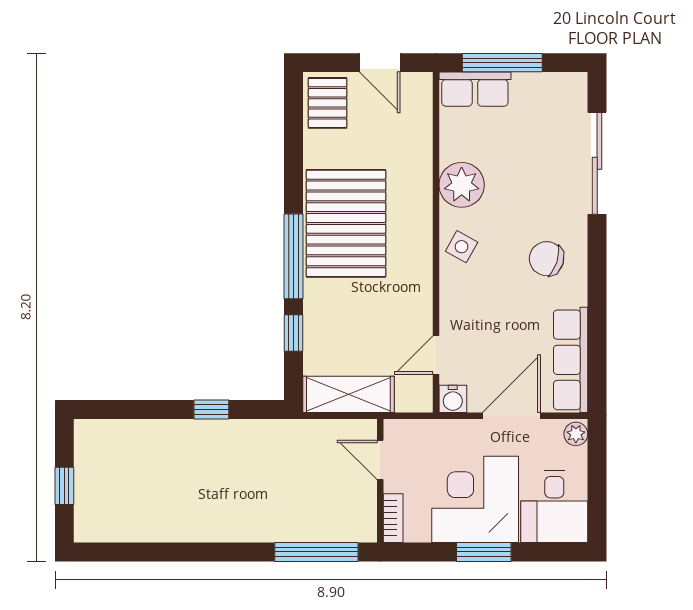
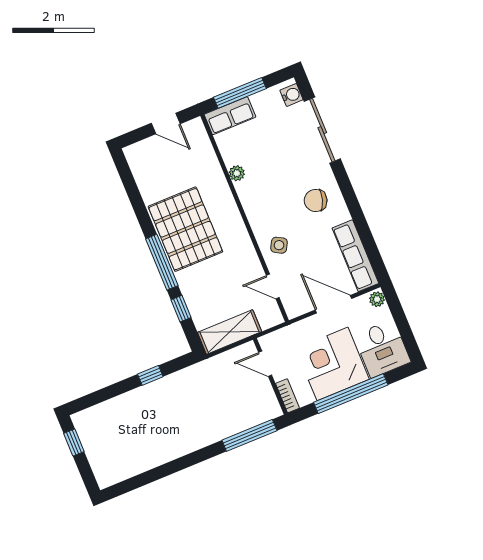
pallet: (328, 103) -> (144, 161), removed
plant: (462, 185) -> (237, 173), width x0.53, depth x0.53
side table: (462, 247) -> (279, 245), moved
door: (436, 355) -> (273, 286), hinge flipped
water cooler: (453, 399) -> (291, 95), moved, turned -90
door: (511, 416) -> (333, 304), hinge flipped
window: (64, 486) -> (74, 442), moved
window: (484, 552) -> (351, 394), width x2.11

